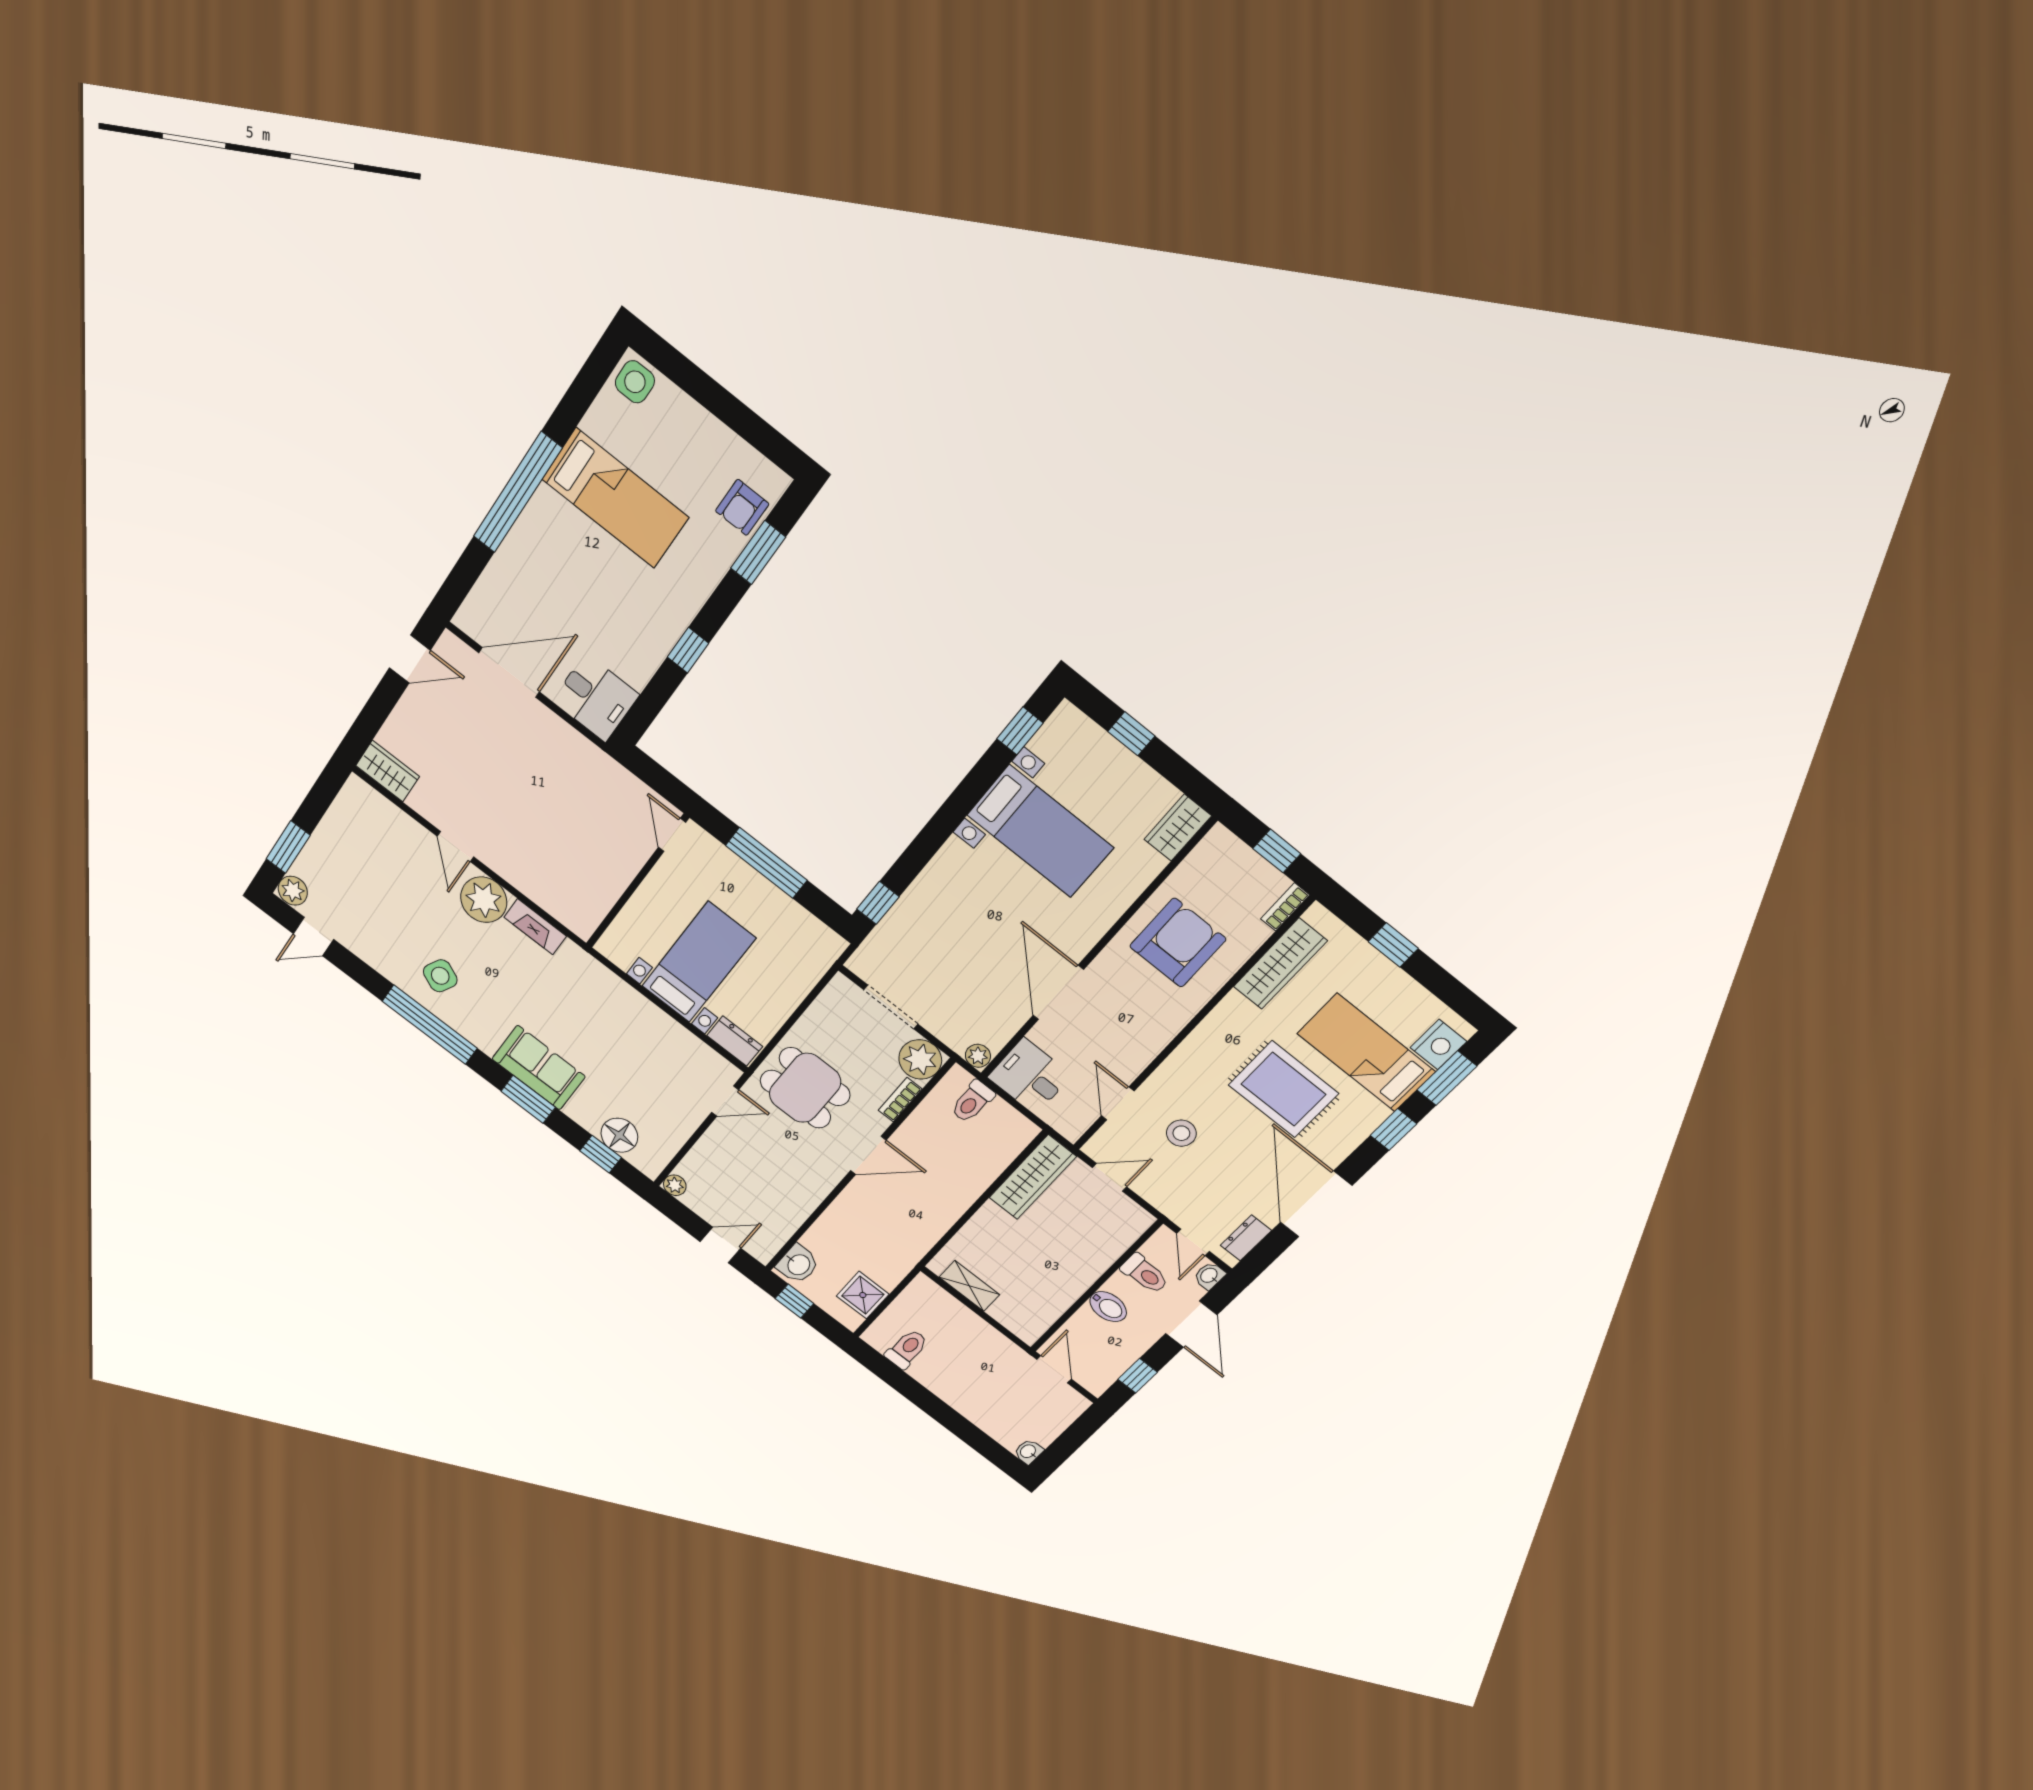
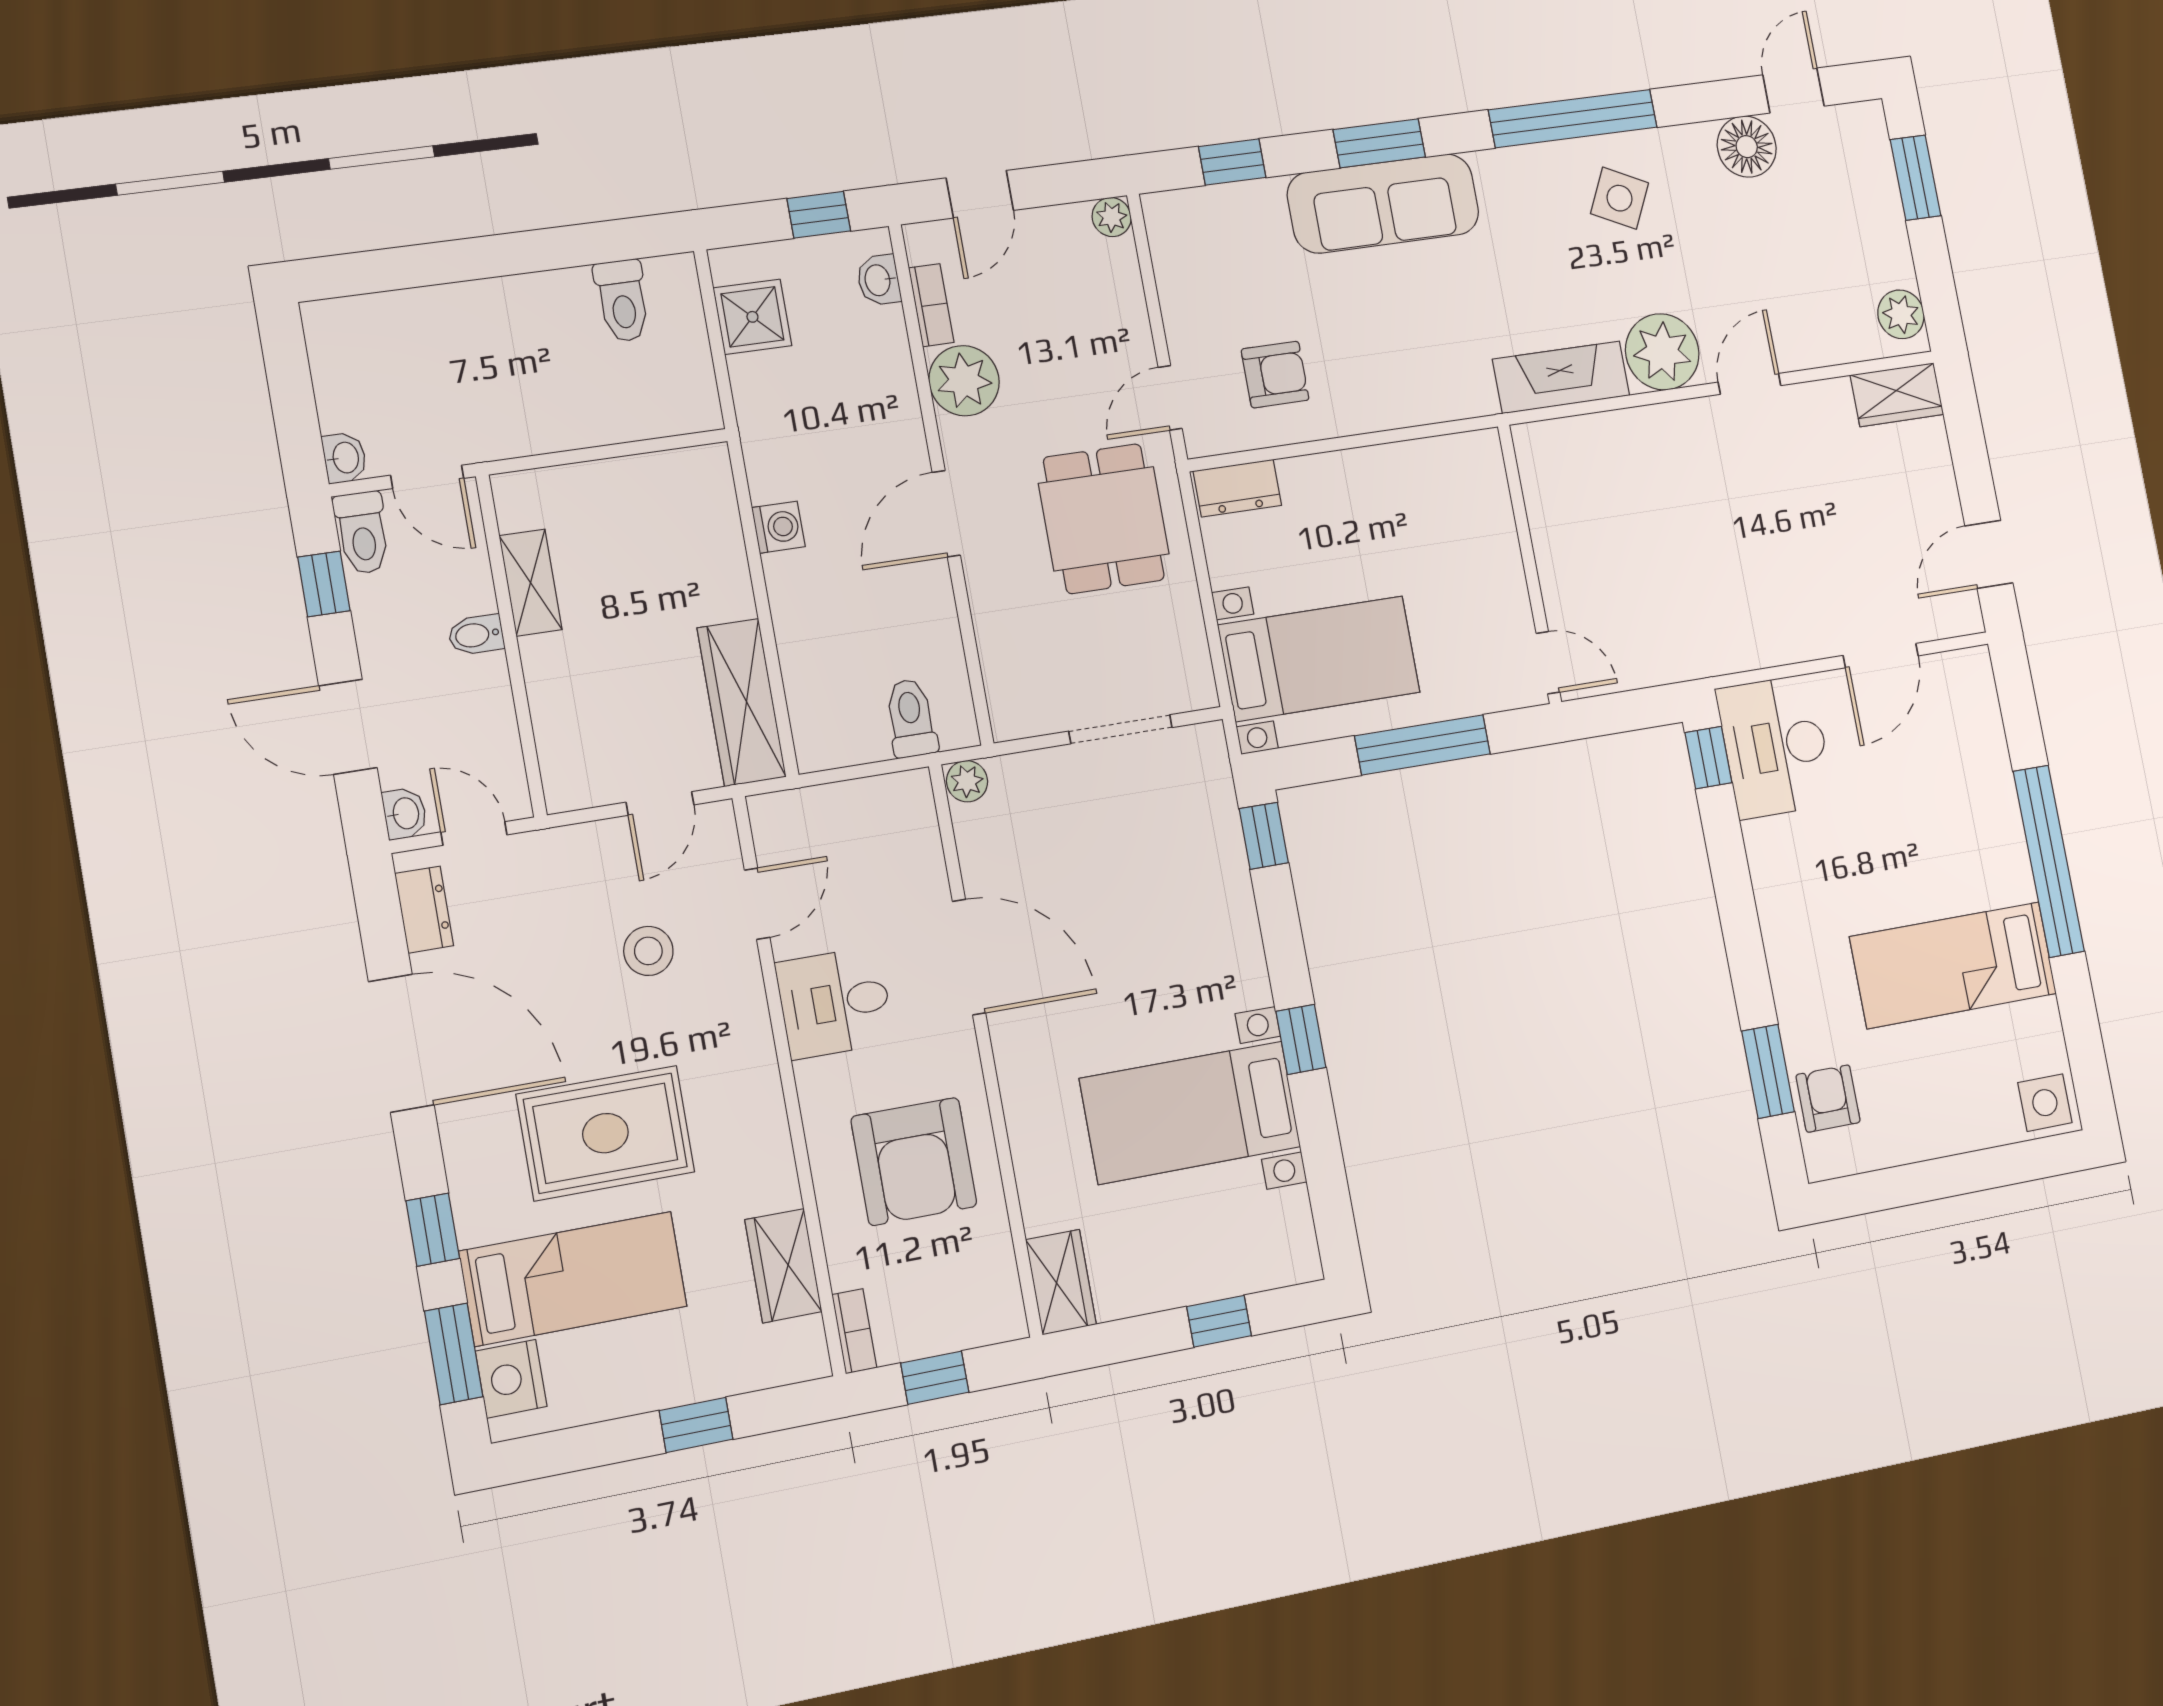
window: (688, 650) -> (1709, 758), moved
door: (509, 672) -> (1881, 656), width x0.73
desk: (595, 698) -> (1775, 746), width x1.37
window: (1020, 731) -> (1301, 1039), moved
door: (455, 847) -> (1750, 384), hinge flipped
plant: (293, 891) -> (1901, 314), moved
fireplace: (535, 927) -> (1561, 377), width x1.37, depth x1.32
bed with nightstands: (699, 962) -> (1319, 659), moved, turned -90
wardrobe: (1280, 964) -> (783, 1266), width x0.67
plant: (920, 1059) -> (964, 381), moved
armchair: (670, 1064) -> (1275, 375), added
sofa: (539, 1068) -> (1383, 204), width x1.36
desk: (1030, 1076) -> (835, 1003), moved, turned 180
dining table: (805, 1088) -> (1104, 519), turned 90
bookcase: (900, 1100) -> (931, 305), moved
door: (1118, 1103) -> (757, 904), hinge flipped
floor lamp: (619, 1135) -> (1747, 147), moved
washing machine: (941, 1219) -> (778, 527), added
washbasin: (798, 1264) -> (879, 280), width x0.72, depth x0.69
toilet: (1145, 1274) -> (362, 533), moved, turned -90
shelving: (969, 1286) -> (531, 583), moved, turned 90
bidet: (1108, 1307) -> (476, 635), width x0.72, depth x0.74
washbasin: (1028, 1452) -> (345, 458), moved

